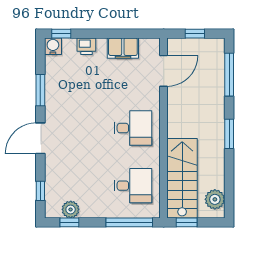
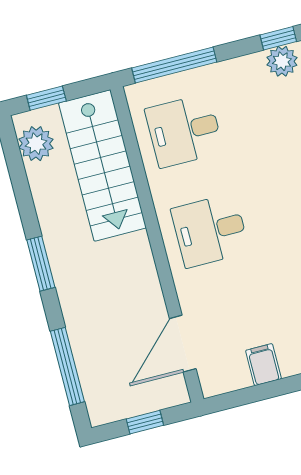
filing cabinet: (123, 48) -> (263, 365), width x0.50
window: (187, 222) -> (46, 98), moved

